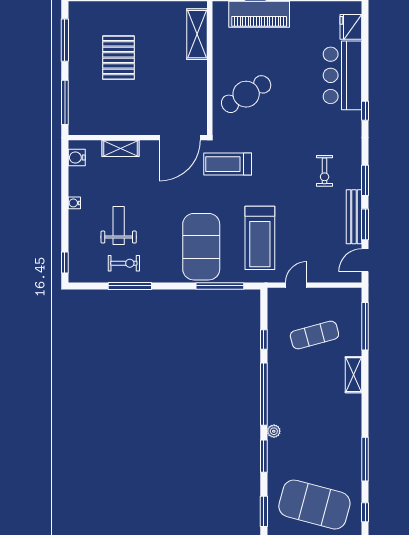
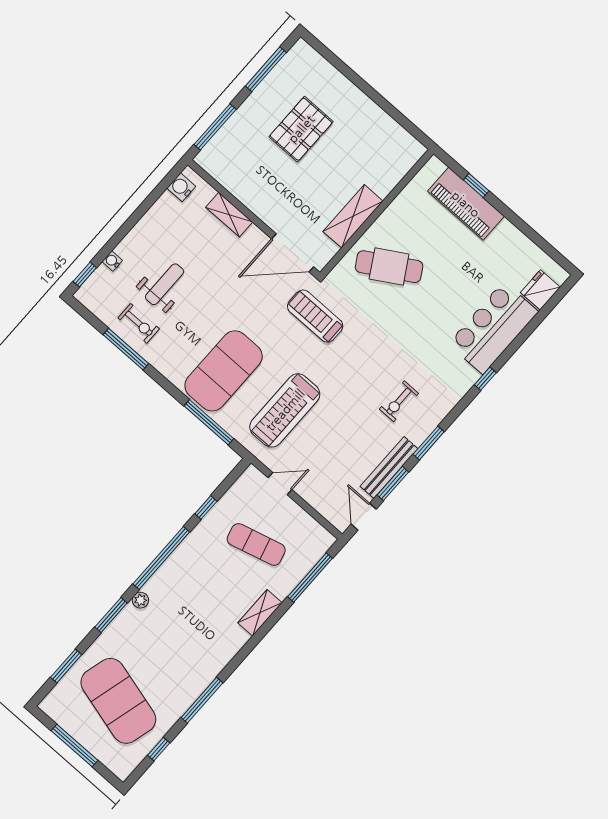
shelving: (197, 34) -> (353, 216), moved
water cooler: (74, 203) -> (112, 261), moved
door: (365, 260) -> (364, 517), hinge flipped

